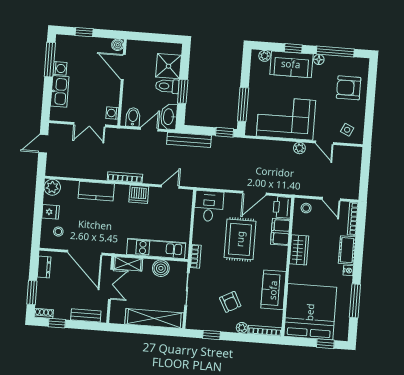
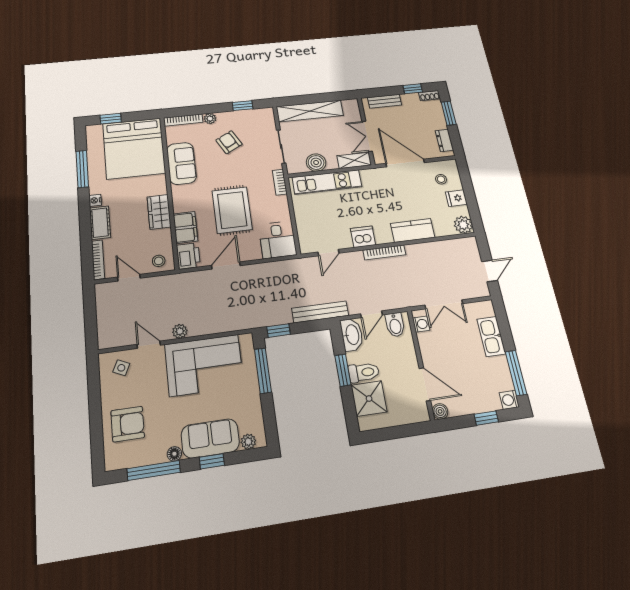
washing machine: (60, 68) -> (509, 400), moved
double door: (90, 125) -> (444, 304), swing flipped

